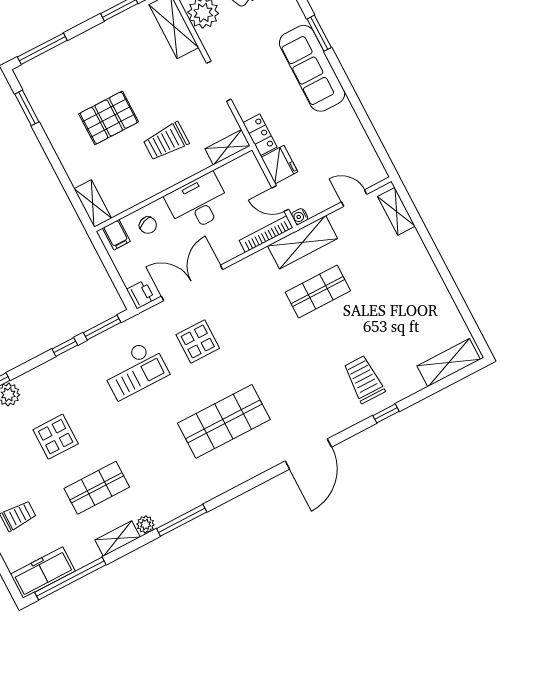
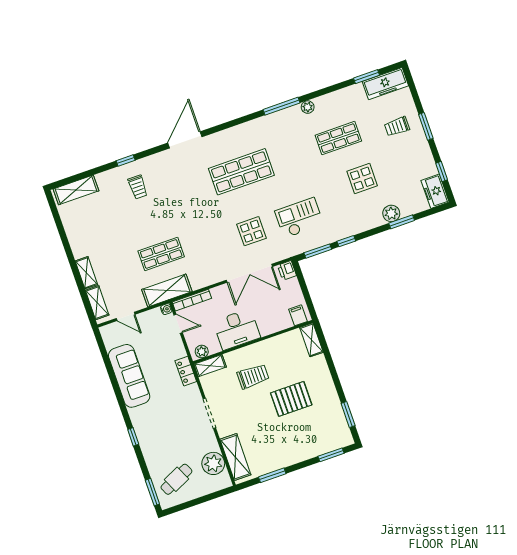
window: (319, 33) -> (133, 437), width x0.67
window: (42, 49) -> (331, 455), width x0.69
sofa: (312, 68) -> (129, 376), moved
plant: (242, 165) -> (202, 352), added
fridge: (279, 165) -> (175, 348), removed
chair: (148, 225) -> (275, 319), removed
trolley: (364, 379) -> (138, 187), width x0.73, depth x0.72
shelving: (118, 538) -> (86, 273), moved, turned 90
window: (70, 578) -> (366, 77), width x0.47

